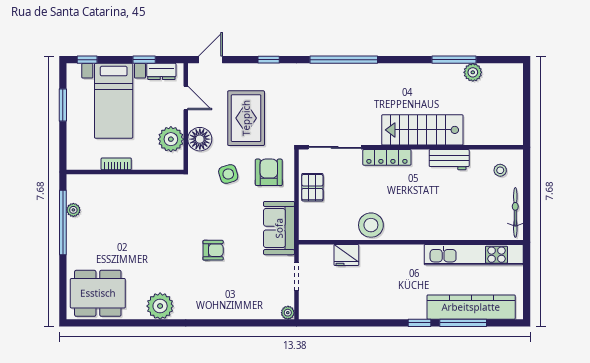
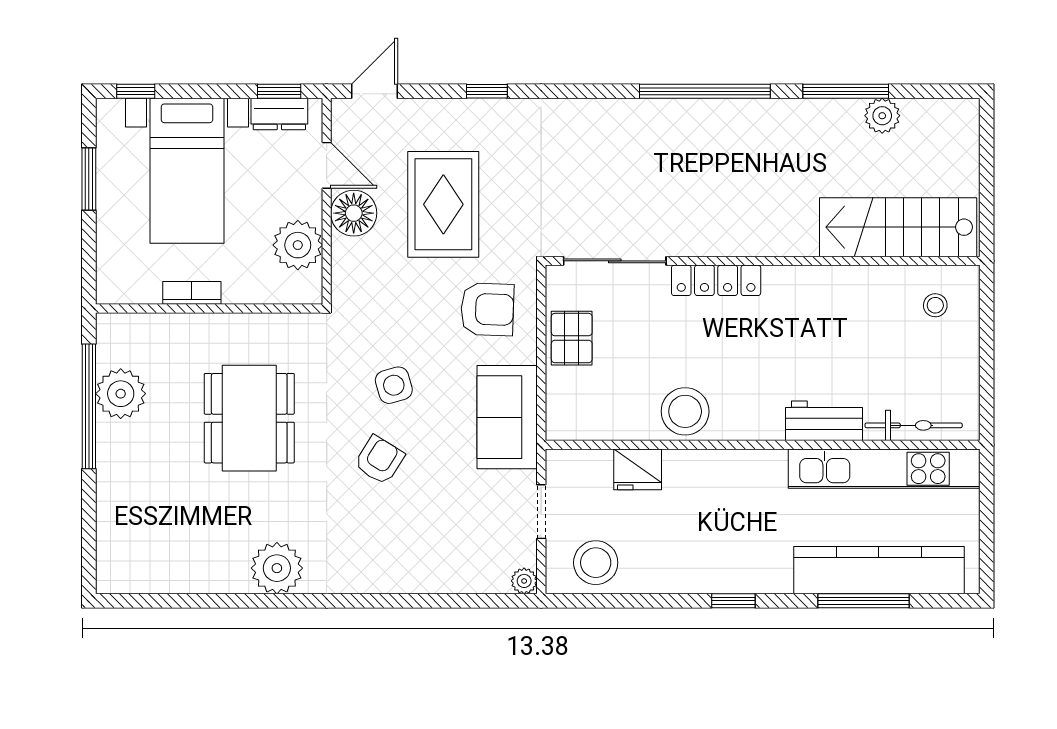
window: (144, 60) -> (279, 91), moved
window: (344, 60) -> (705, 91), moved
stairs: (422, 130) -> (898, 227), moved
floor lamp: (200, 139) -> (354, 213), moved
workbench: (449, 160) -> (824, 421), moved, turned 180
armchair: (269, 172) -> (487, 309), turned 92
side table: (228, 174) -> (394, 385), moved
plant: (73, 210) -> (121, 394), width x1.88, depth x1.88
bicycle: (515, 212) -> (914, 425), moved, turned 90
armchair: (213, 250) -> (379, 460), turned -58
dining table: (98, 293) -> (249, 418), moved, turned 90
stool: (325, 303) -> (596, 563), added
window: (420, 323) -> (733, 601), moved

